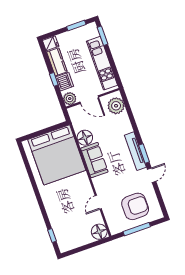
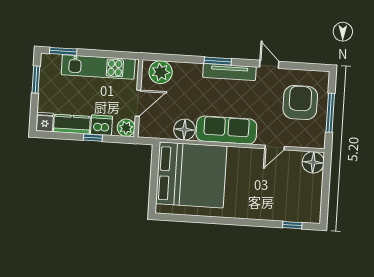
window: (144, 154) -> (218, 61), moved
sofa: (94, 160) -> (226, 130), width x1.36
door: (98, 202) -> (275, 147), hinge flipped

